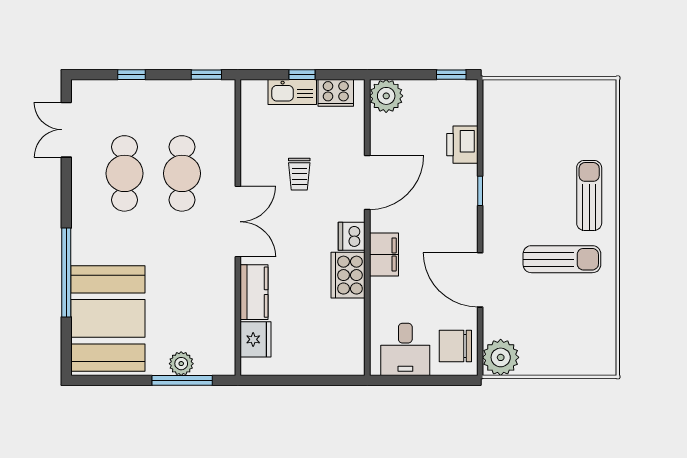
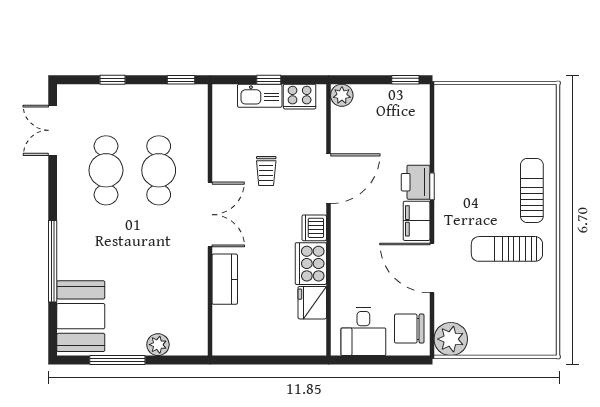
plant: (386, 96) -> (342, 95), width x0.73, depth x0.73
printer: (462, 145) -> (416, 182), moved
filing cabinet: (384, 254) -> (417, 221), moved, turned 180
sun lounger: (562, 259) -> (507, 249), turned 180
booth: (108, 318) -> (81, 316), width x0.73, depth x0.70
fridge: (256, 339) -> (312, 303), moved, turned 180
window: (182, 380) -> (117, 360), moved

